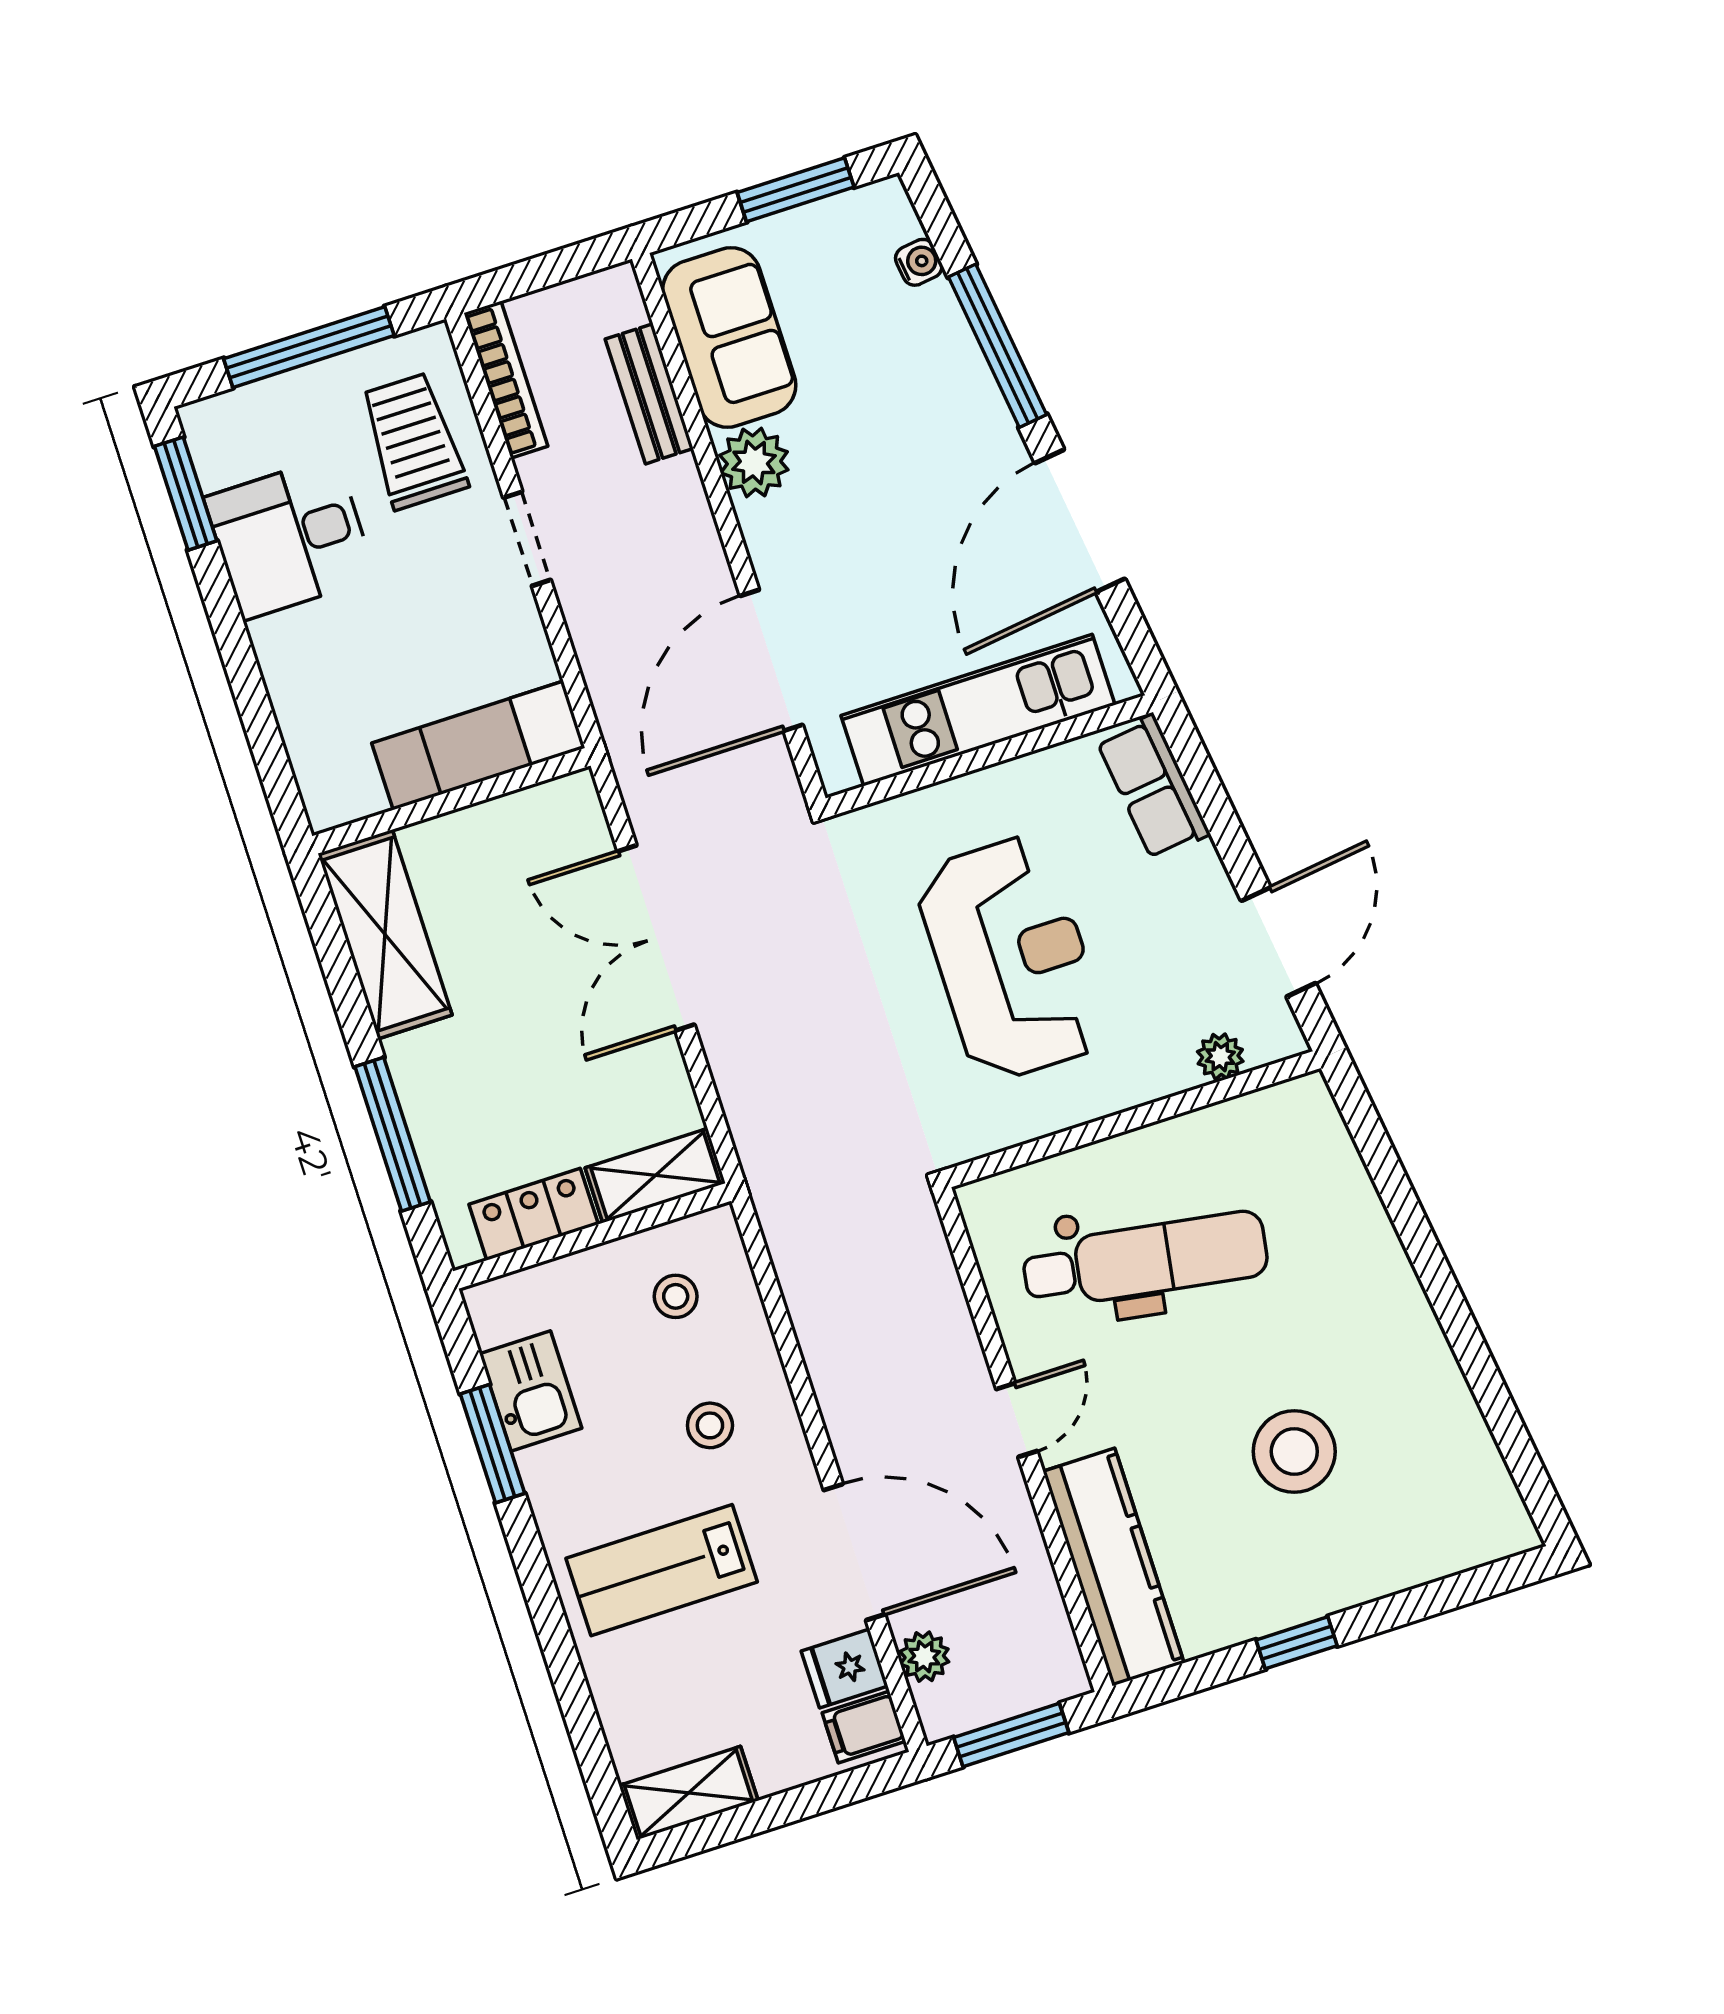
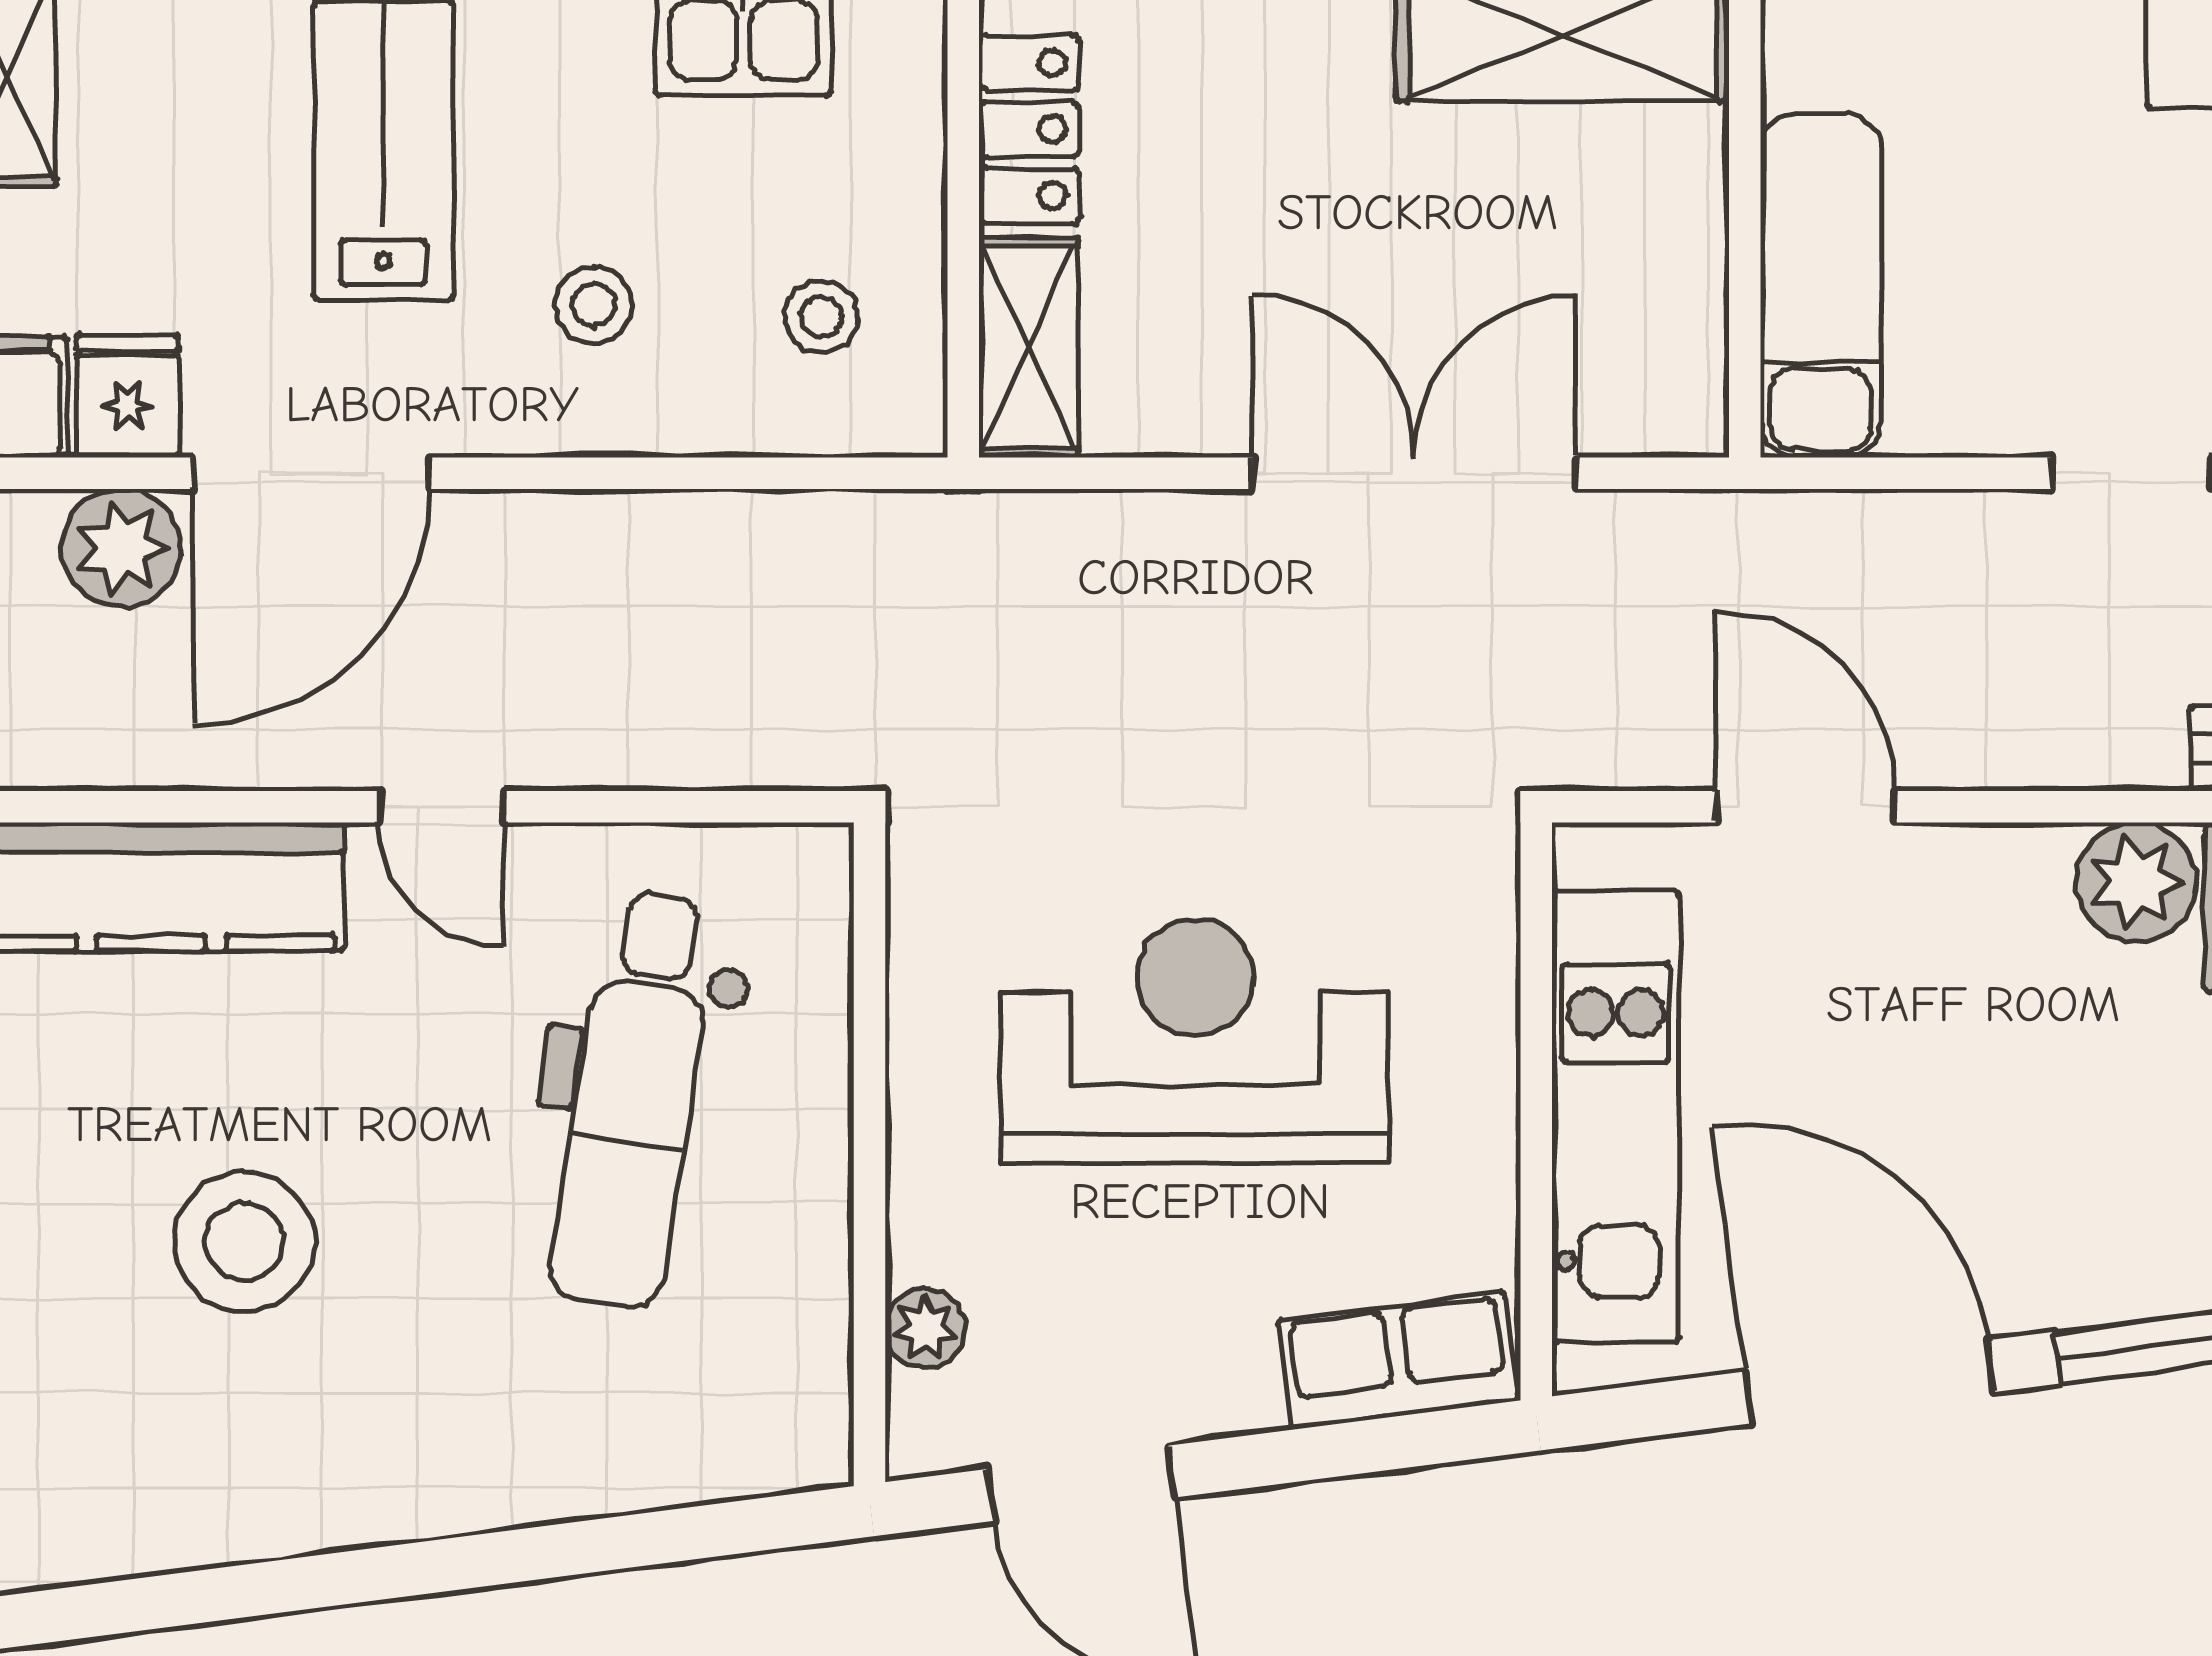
door: (771, 660) -> (1805, 807), width x0.73
reception desk: (1011, 958) -> (1195, 1041), turned 180
plant: (924, 1657) -> (121, 548), width x1.38, depth x1.38

